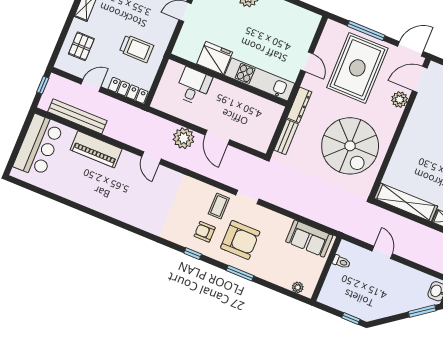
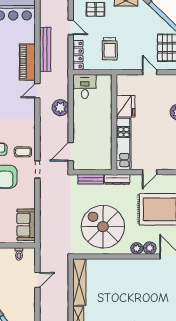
desk: (193, 86) -> (85, 86), moved, turned -90
bench: (77, 116) -> (45, 49), moved
plant: (393, 116) -> (137, 248), added
door: (217, 137) -> (71, 152), moved
spiral stairs: (350, 146) -> (103, 227), turned 90
piano: (96, 149) -> (27, 62), moved

